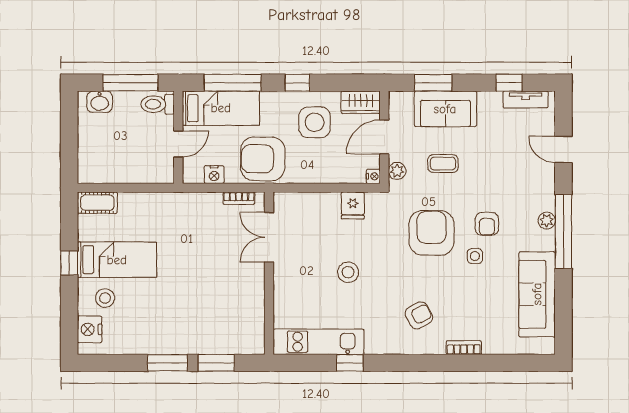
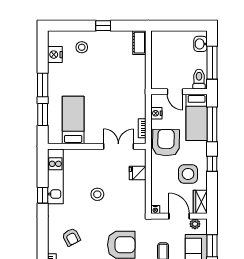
plant: (397, 171) -> (195, 224), moved
fridge: (353, 206) -> (138, 173), moved
bed: (117, 260) -> (73, 120), moved, turned 180
nightstand: (90, 329) -> (55, 55), moved, turned -90

